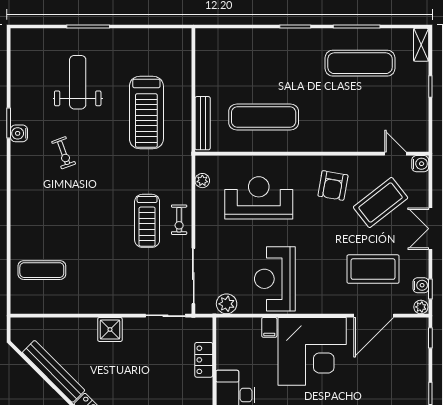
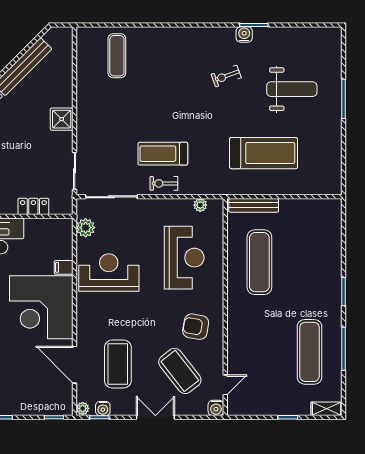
treadmill: (146, 113) -> (264, 153), turned 180

